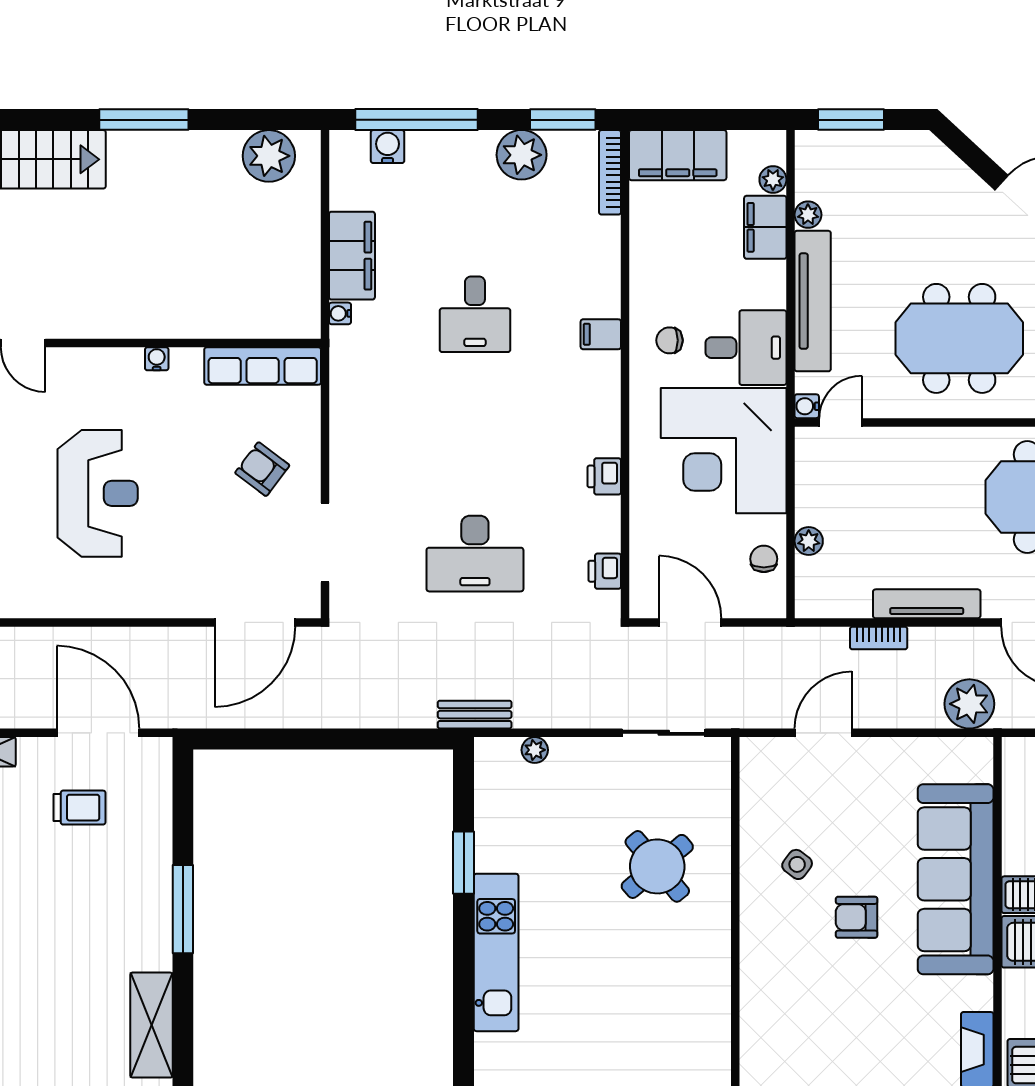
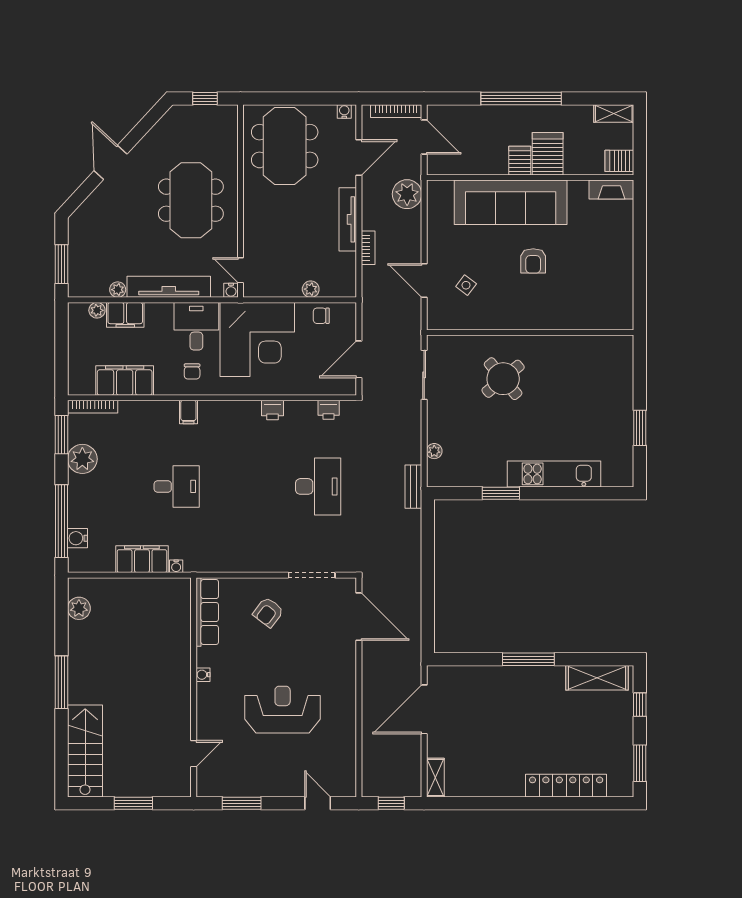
filing cabinet: (678, 155) -> (125, 380), moved, turned -90
plant: (269, 156) -> (79, 608), width x0.73, depth x0.73
trolley: (79, 808) -> (468, 720), removed
side table: (797, 864) -> (466, 285), moved

